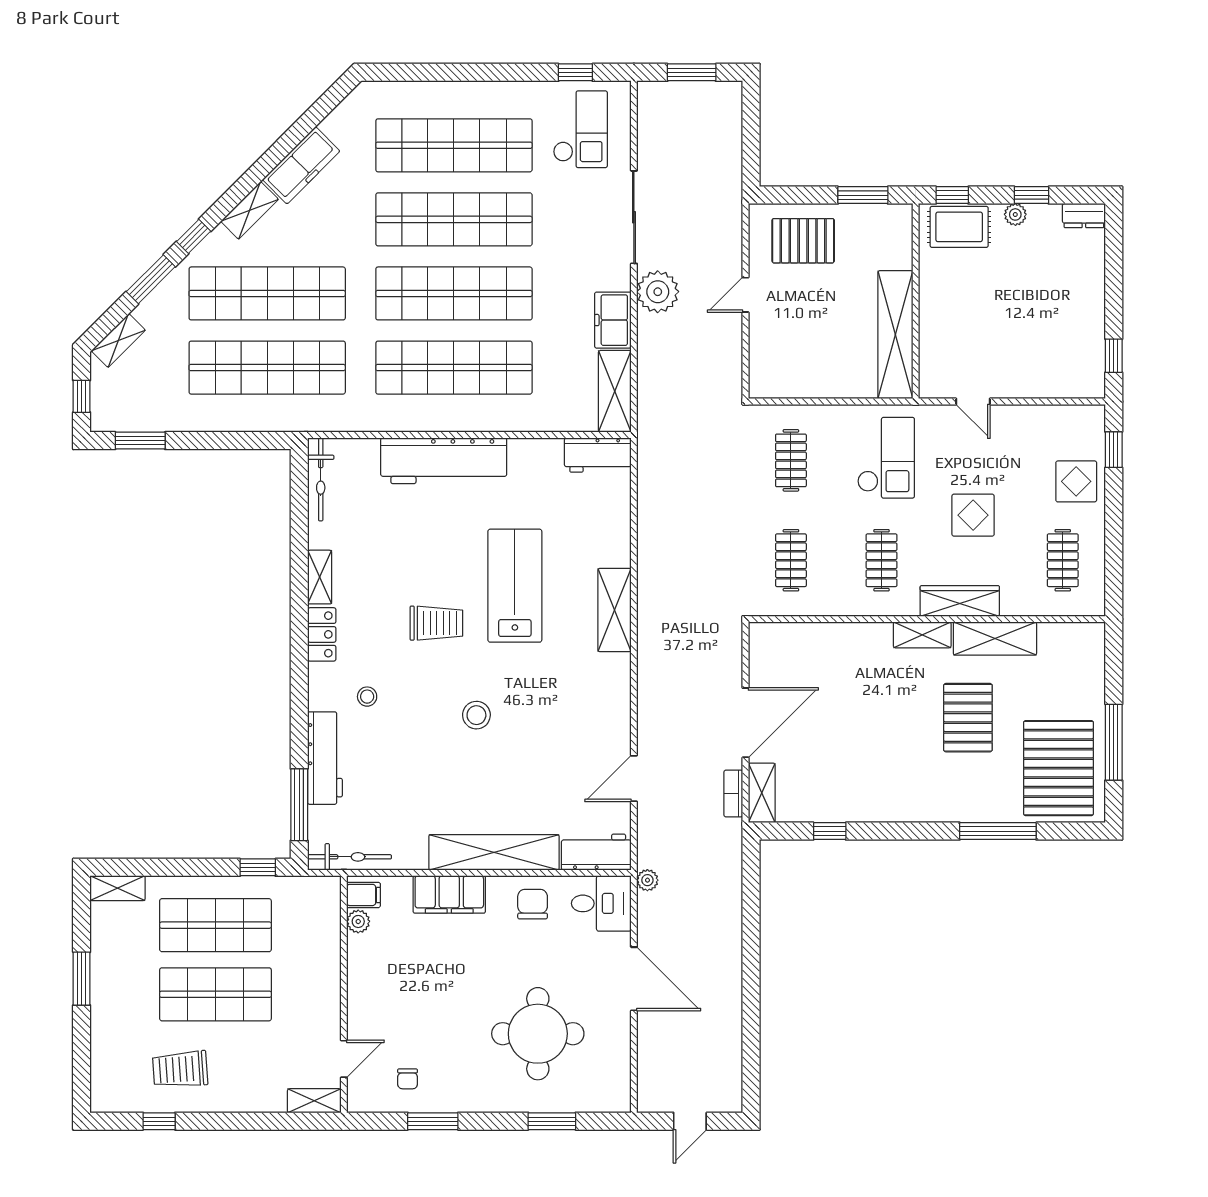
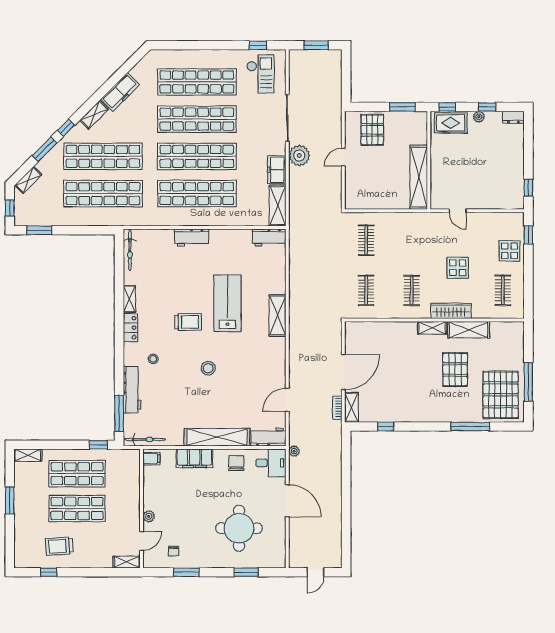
pallet: (803, 241) -> (372, 130), turned 90
checkout: (886, 458) -> (414, 239), removed
workbench: (444, 461) -> (192, 238), width x0.53, depth x0.76
plant: (358, 921) -> (149, 516), moved

